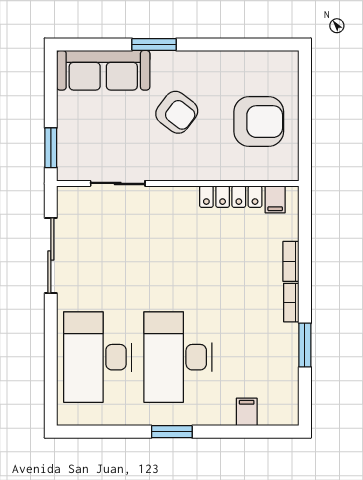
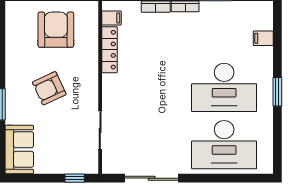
sofa: (103, 70) -> (19, 149), width x0.73
armchair: (177, 112) -> (49, 88), turned -152
window: (51, 148) -> (75, 178), width x0.67

